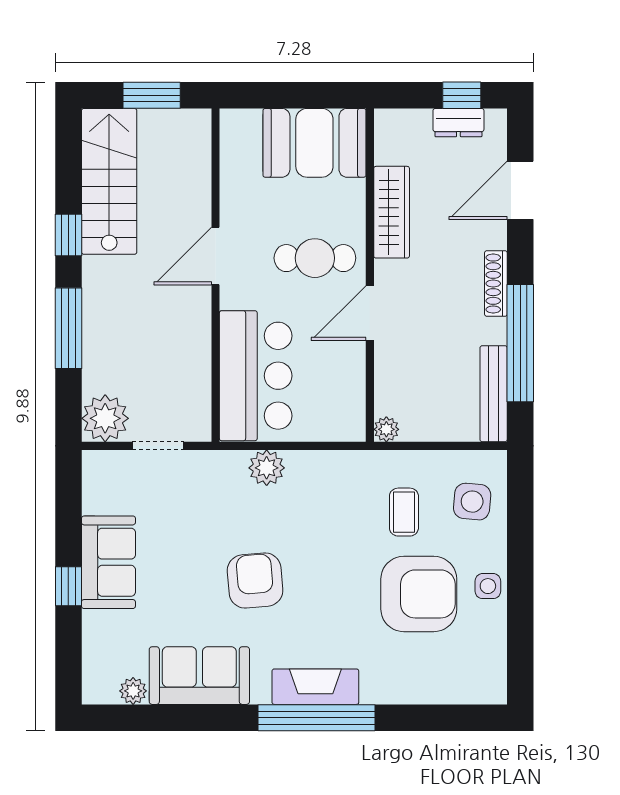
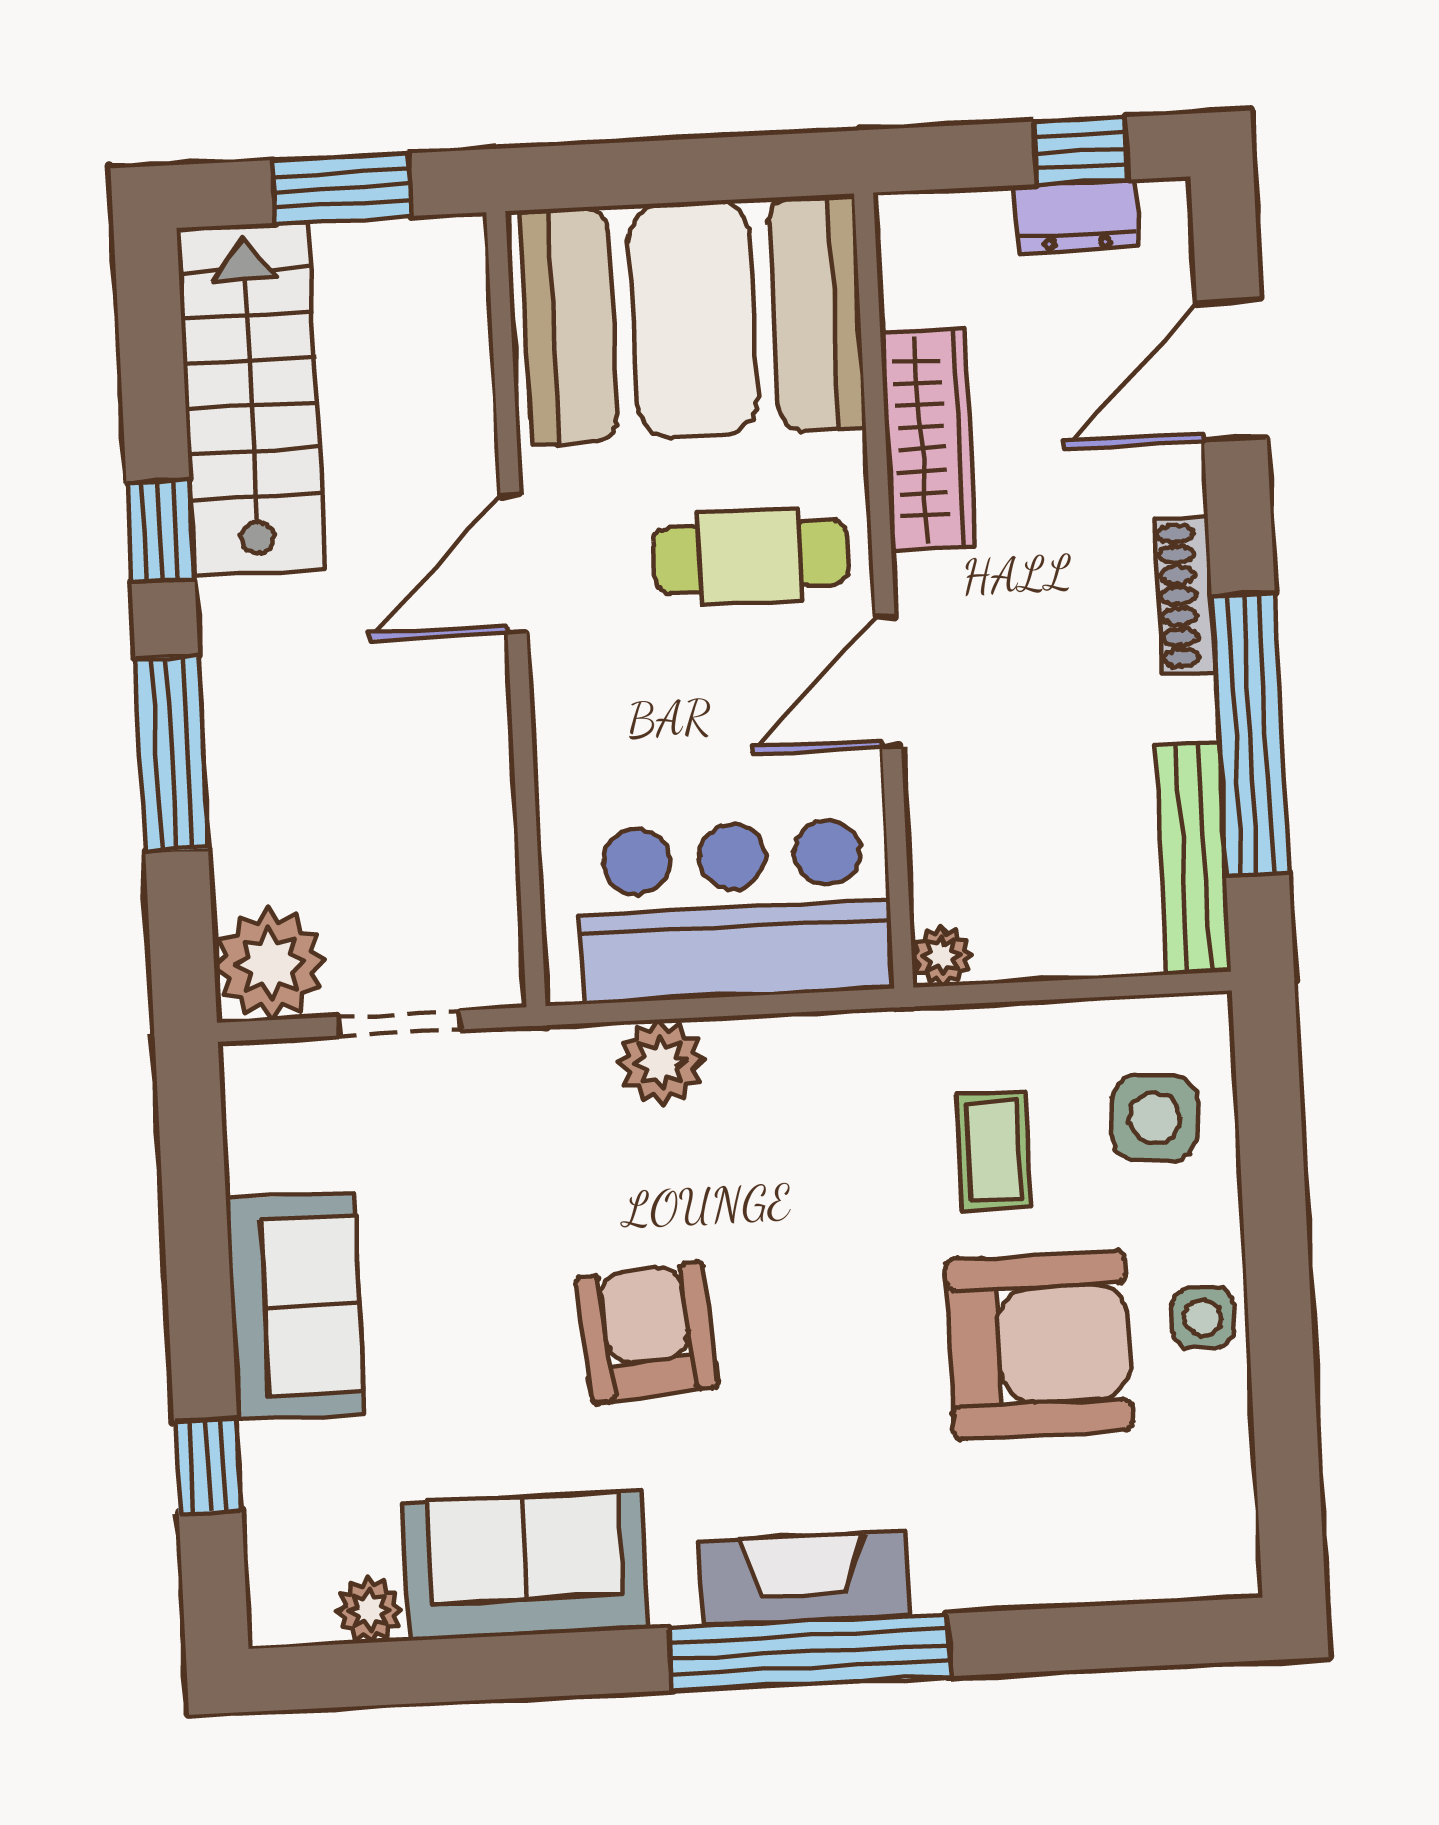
booth: (314, 143) -> (693, 319), width x1.36, depth x1.42
bar counter: (256, 376) -> (735, 910), moved, turned -90
window: (68, 586) -> (208, 1466), moved

